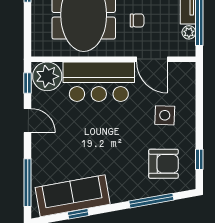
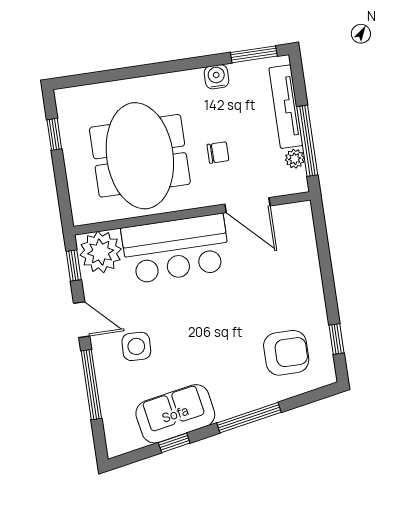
side table: (165, 115) -> (136, 346), moved
window: (28, 183) -> (91, 385), moved
sofa: (73, 196) -> (175, 414), width x0.73
window: (151, 201) -> (249, 418), moved

